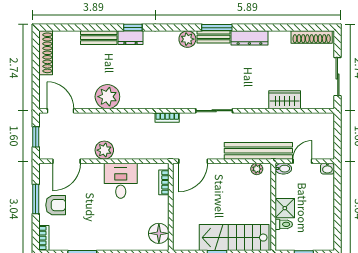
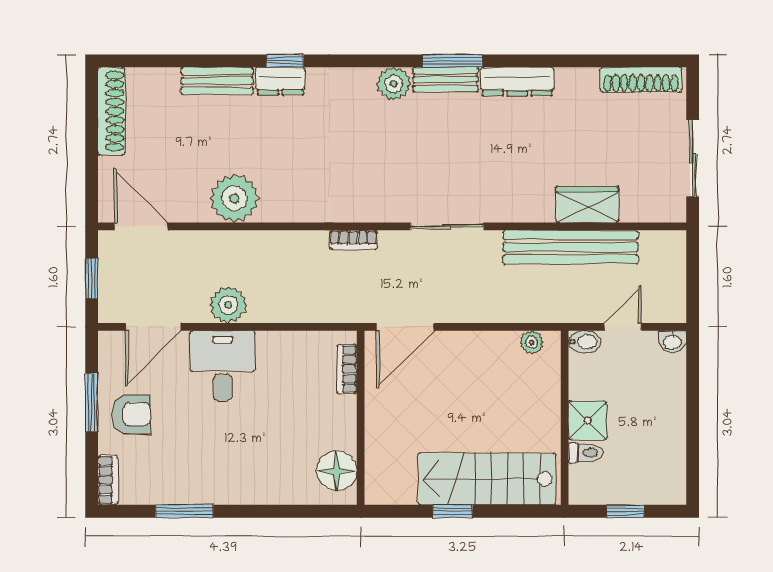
bench: (258, 151) -> (571, 247), moved
desk: (121, 181) -> (223, 366), moved

